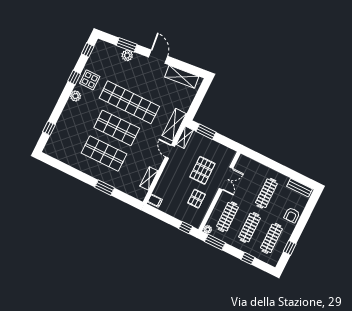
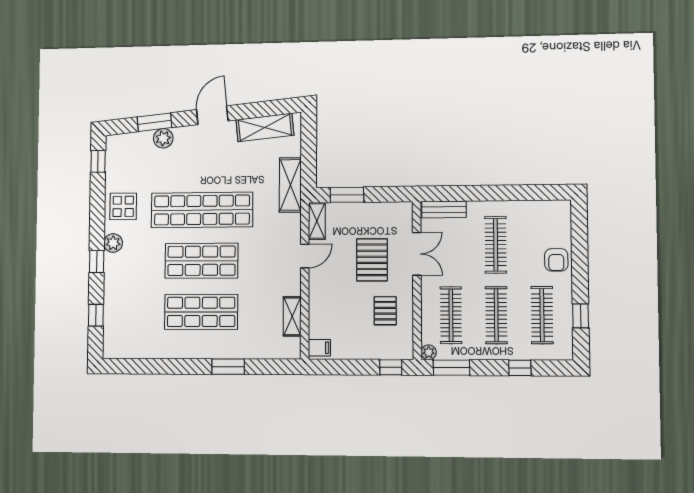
door: (158, 57) -> (212, 115), hinge flipped
window: (74, 77) -> (97, 262), moved
shelving: (174, 125) -> (290, 185), moved
door: (170, 152) -> (305, 256), swing flipped
bench: (299, 188) -> (444, 209), moved

